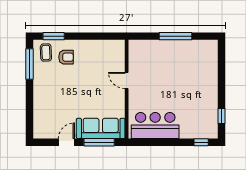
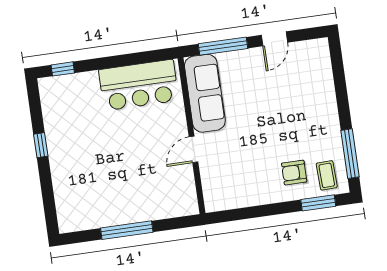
door: (127, 81) -> (193, 149), swing flipped
window: (222, 116) -> (41, 145), moved
sofa: (101, 128) -> (205, 93), moved, turned -90

